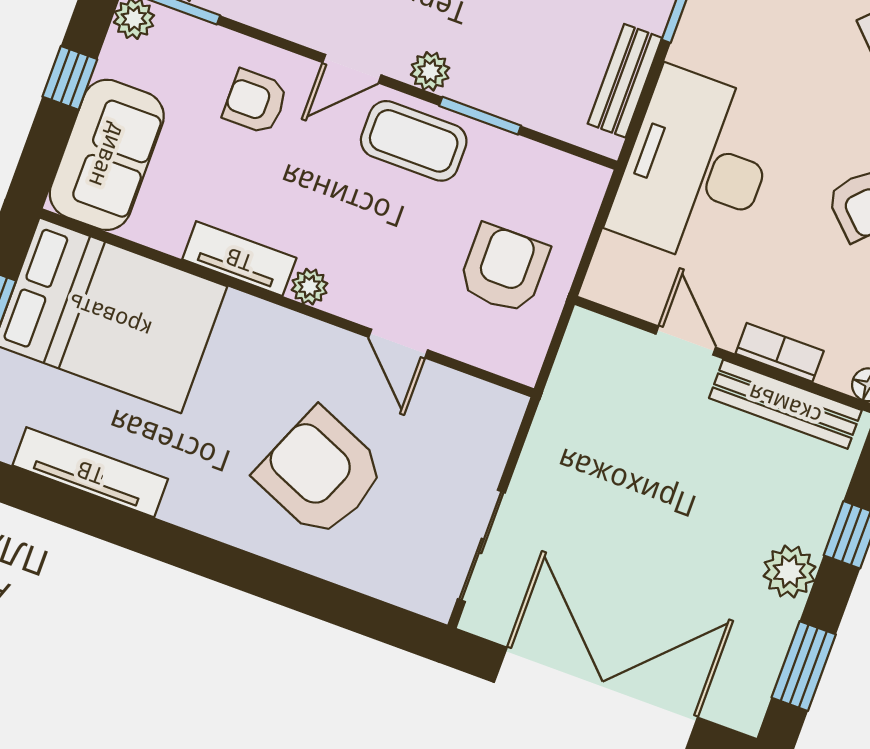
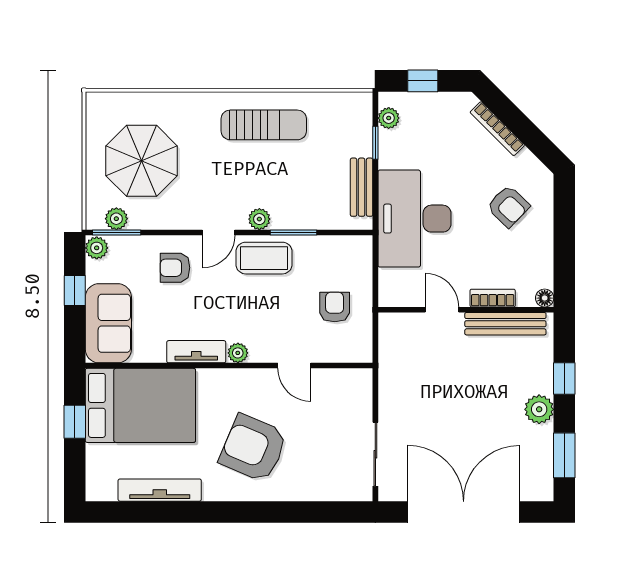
armchair: (504, 269) -> (335, 307), width x0.72, depth x0.72
armchair: (320, 473) -> (253, 448), moved

